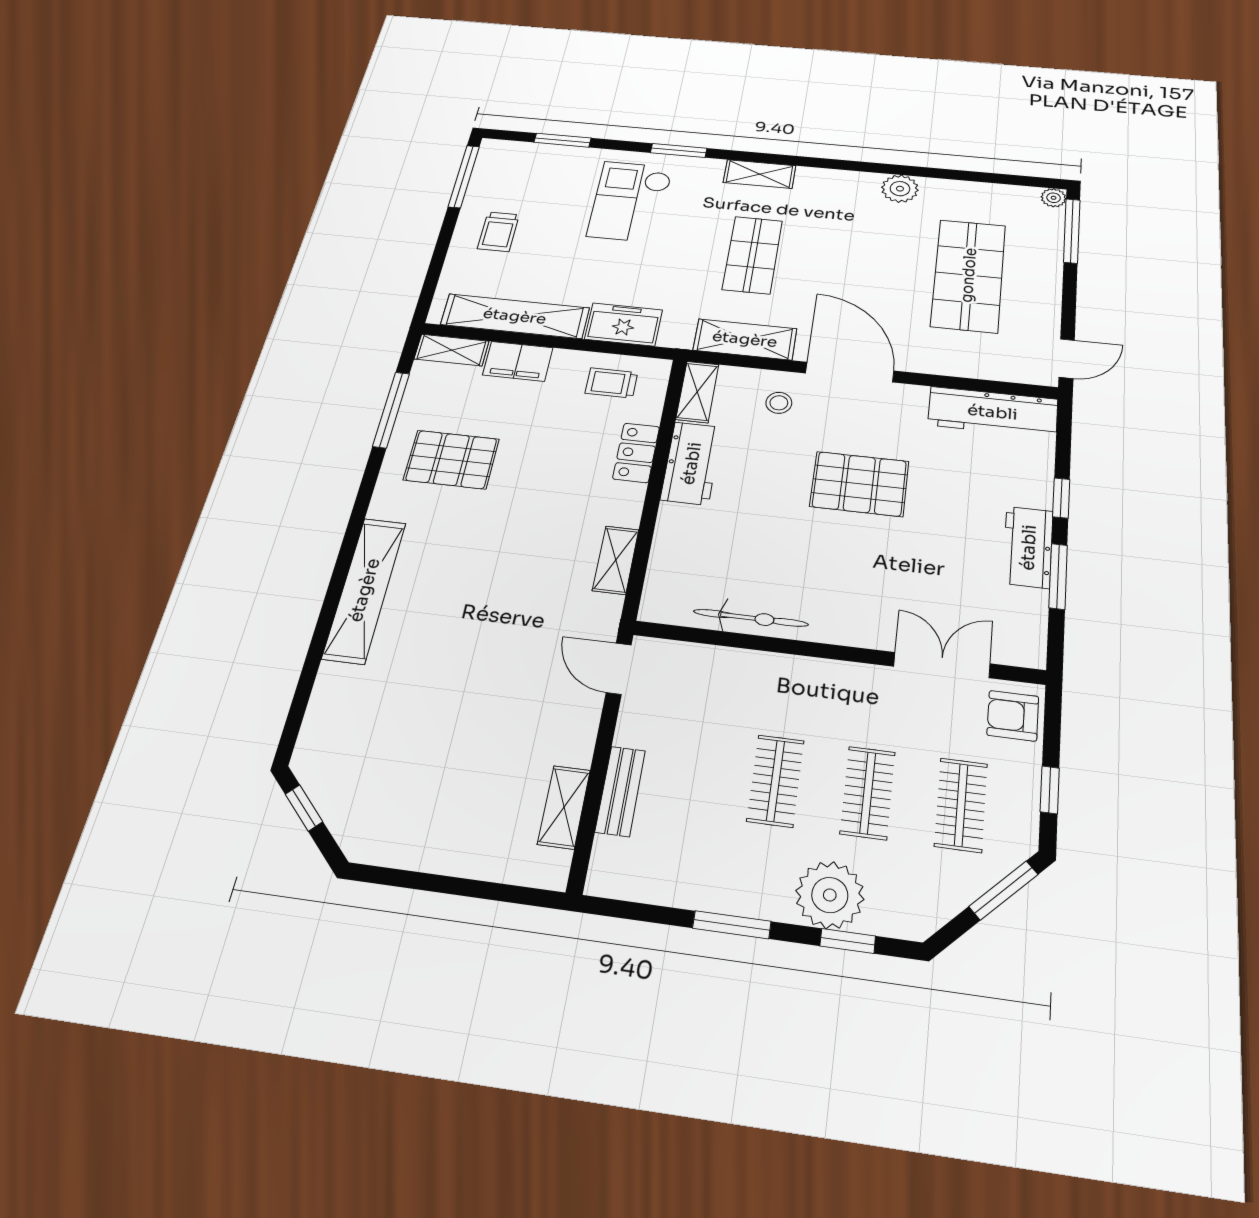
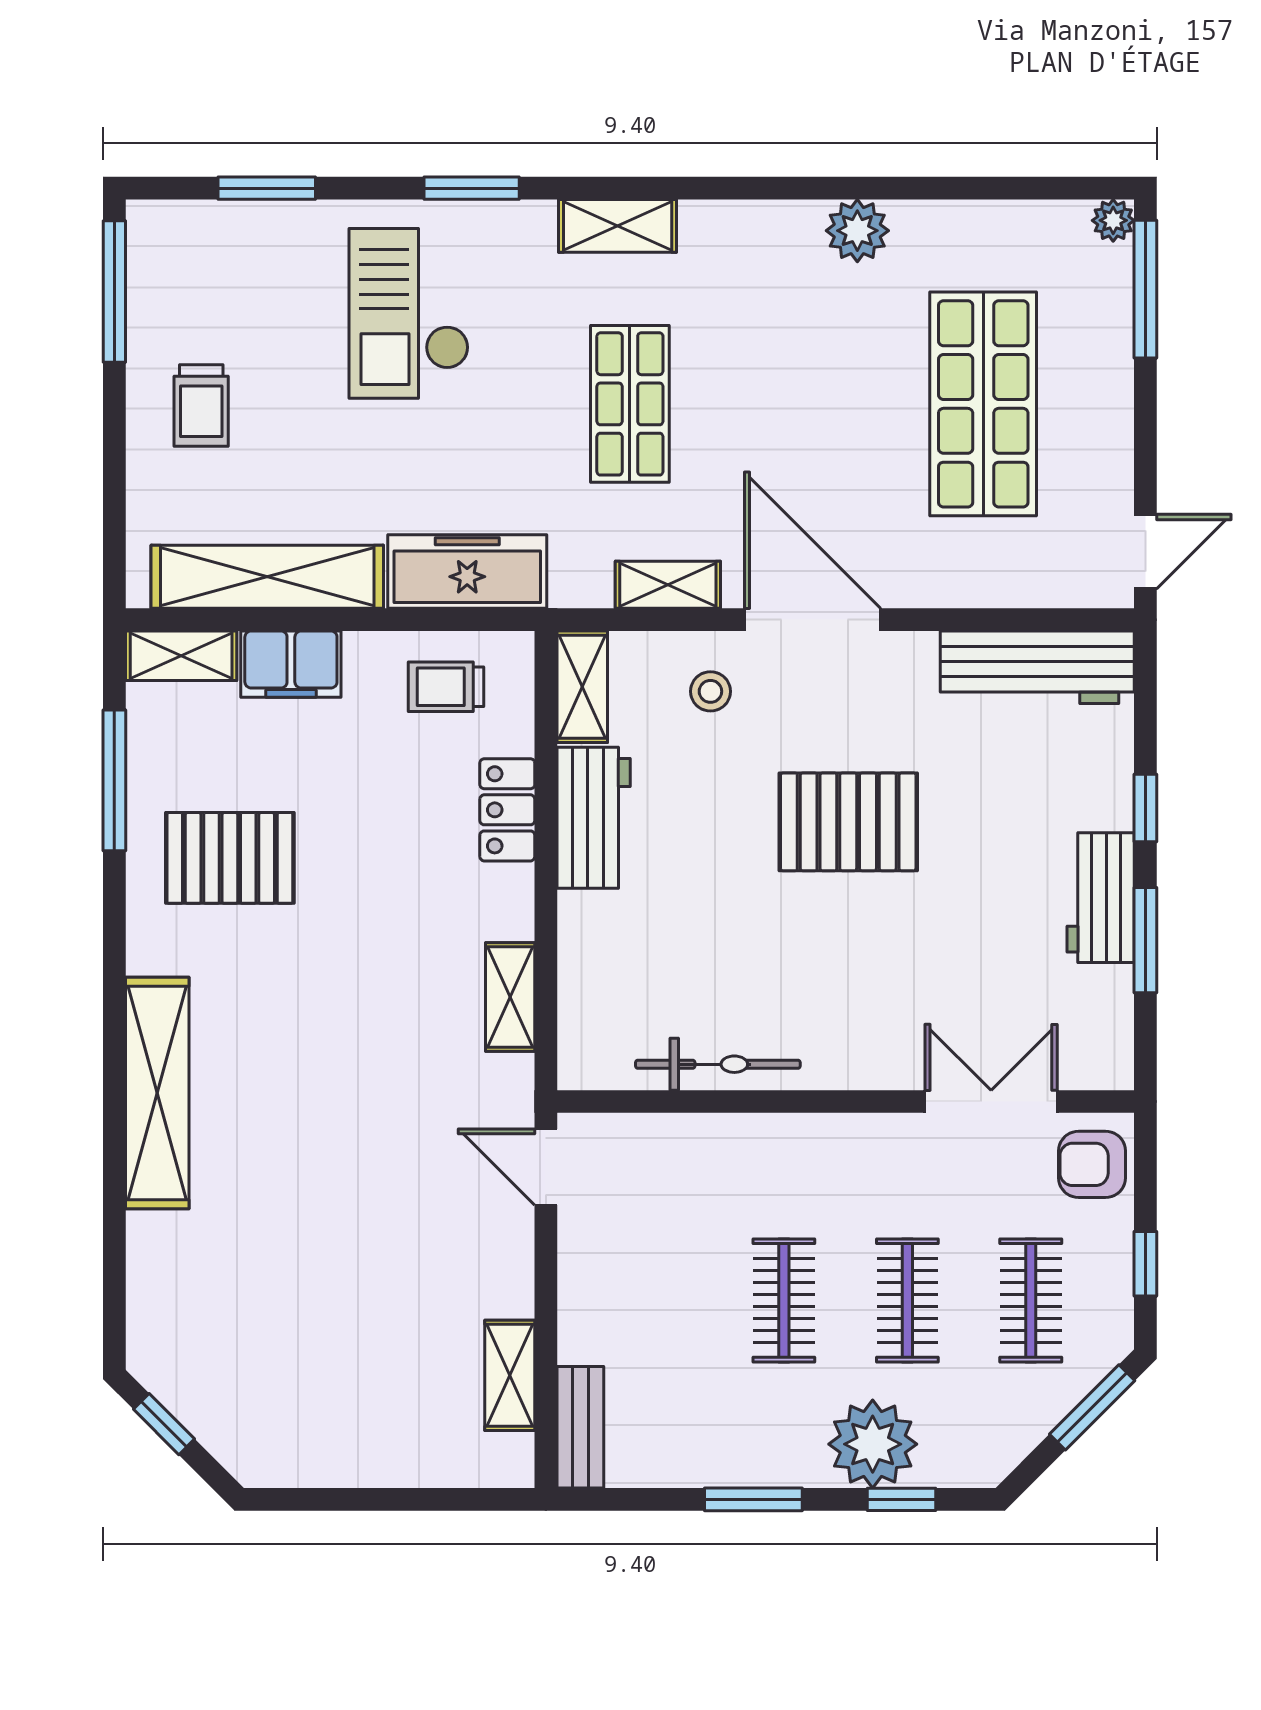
freezer: (624, 324) -> (467, 572), width x1.40
shelving: (745, 339) -> (668, 585), width x0.67, depth x0.75
bench: (620, 791) -> (580, 1427), moved

